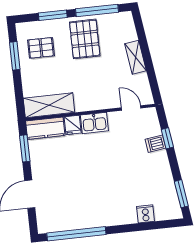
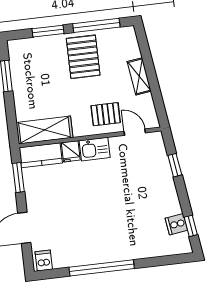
pallet: (41, 48) -> (106, 114), moved
dishwasher: (155, 144) -> (44, 261), moved, turned 98
window: (181, 194) -> (191, 226), width x0.67
cooker: (146, 214) -> (176, 224), moved, turned -98
window: (76, 234) -> (102, 268), moved

